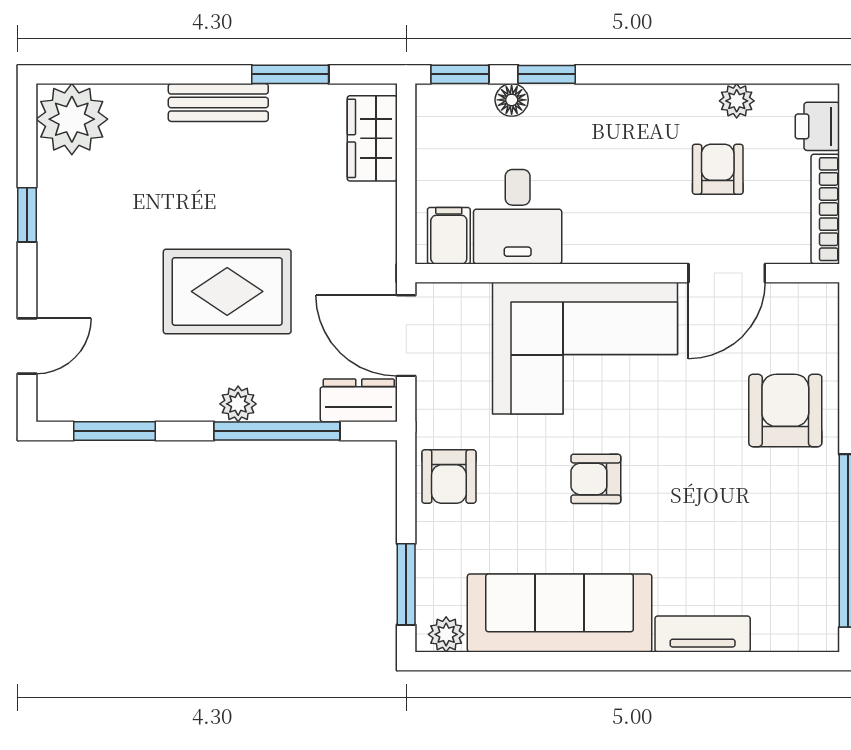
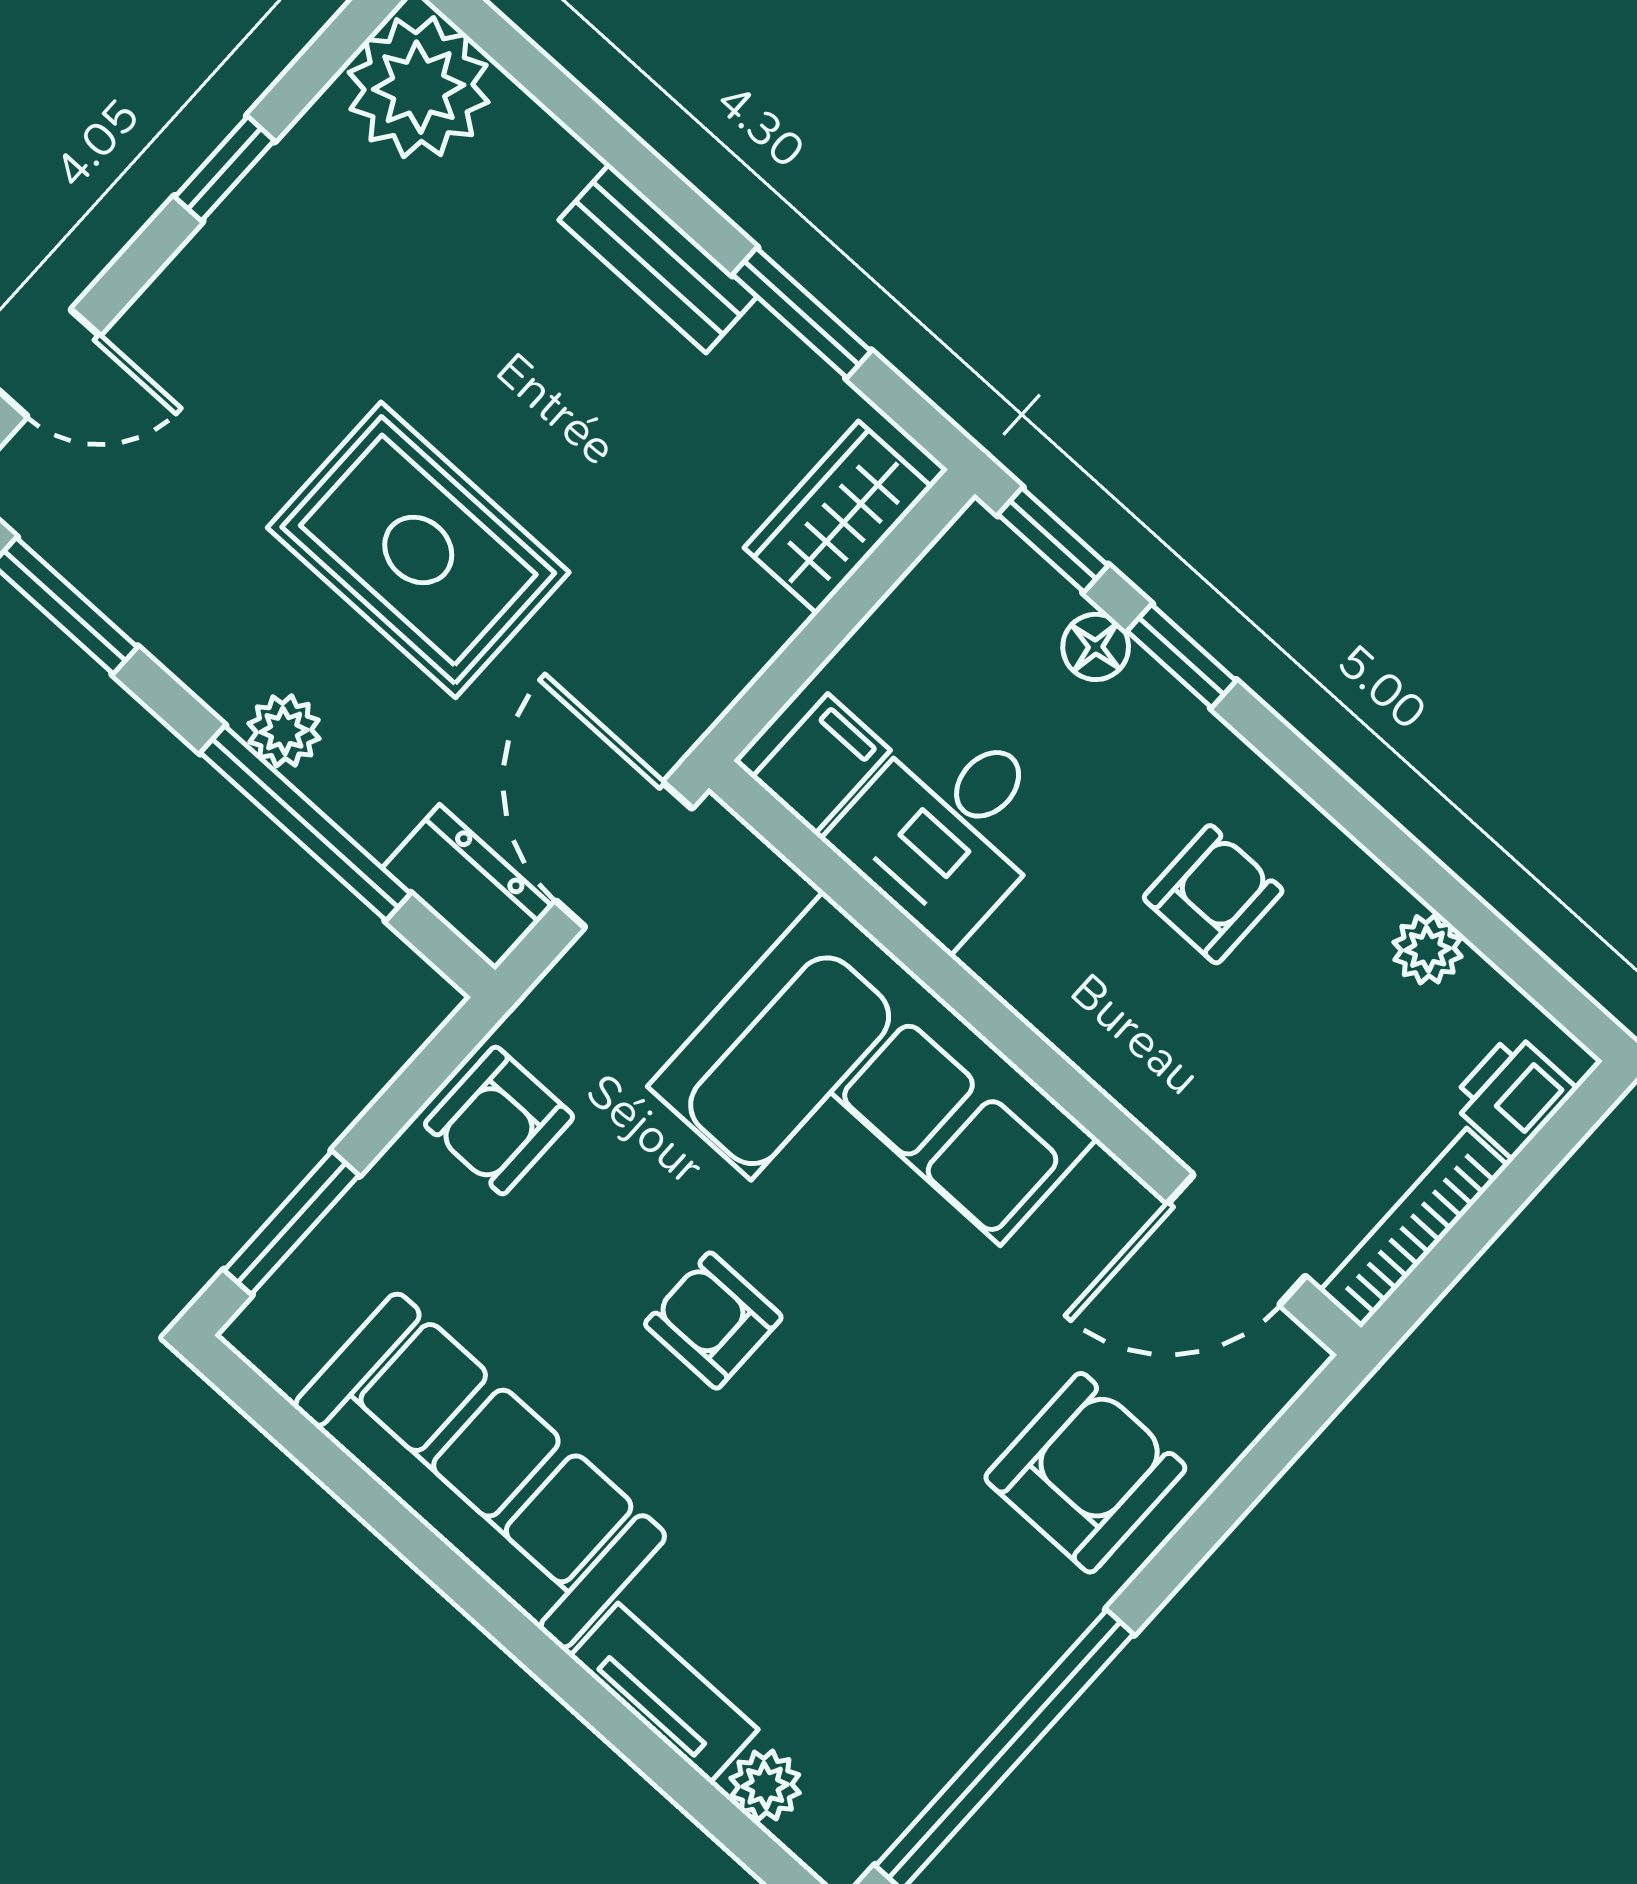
armchair: (718, 169) -> (1213, 894), moved
door: (727, 273) -> (1237, 1240), moved
plant: (446, 634) -> (765, 1786), moved

